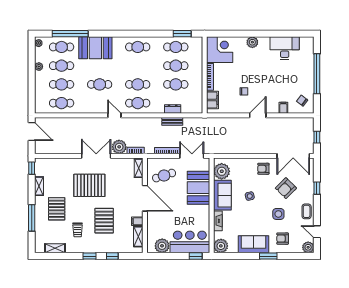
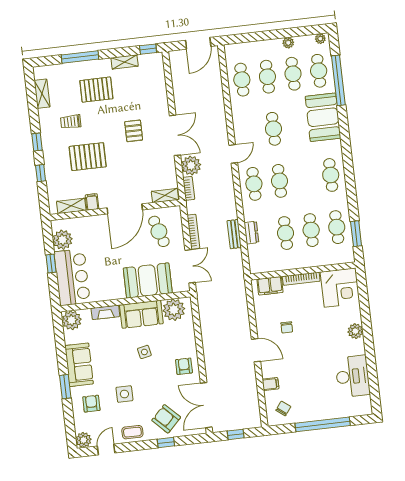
pallet: (89, 185) -> (134, 131), width x0.49, depth x0.50
armchair: (286, 188) -> (166, 419), moved
window: (196, 256) -> (51, 263), moved

